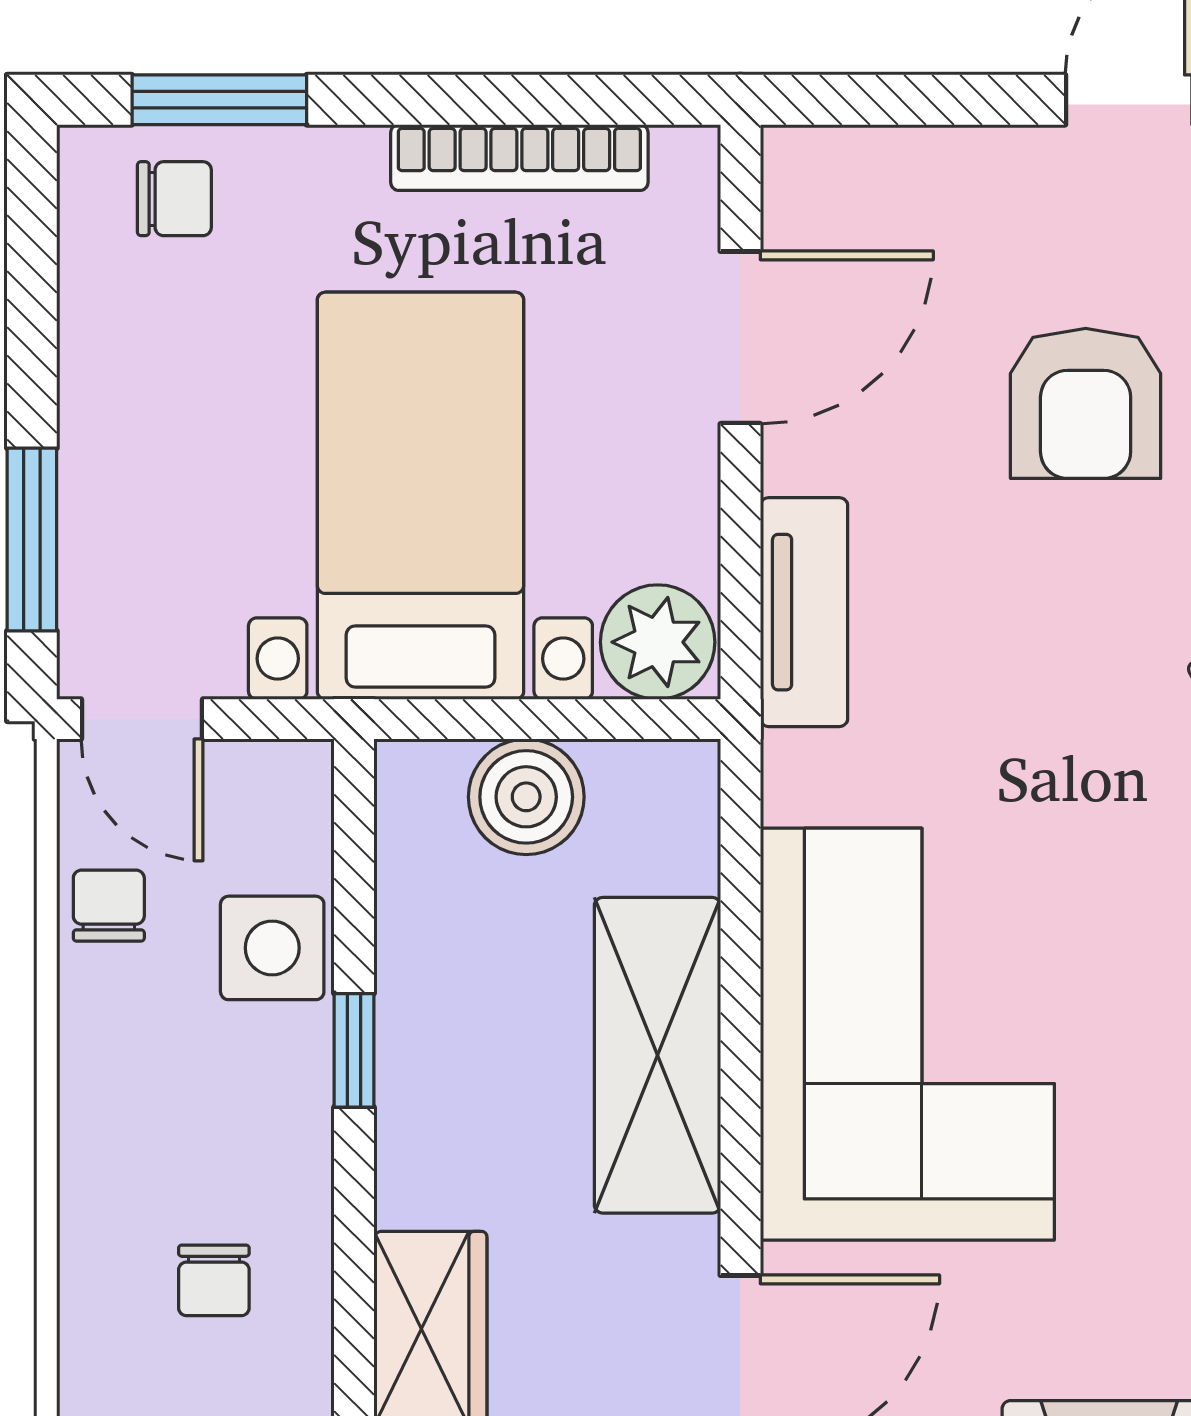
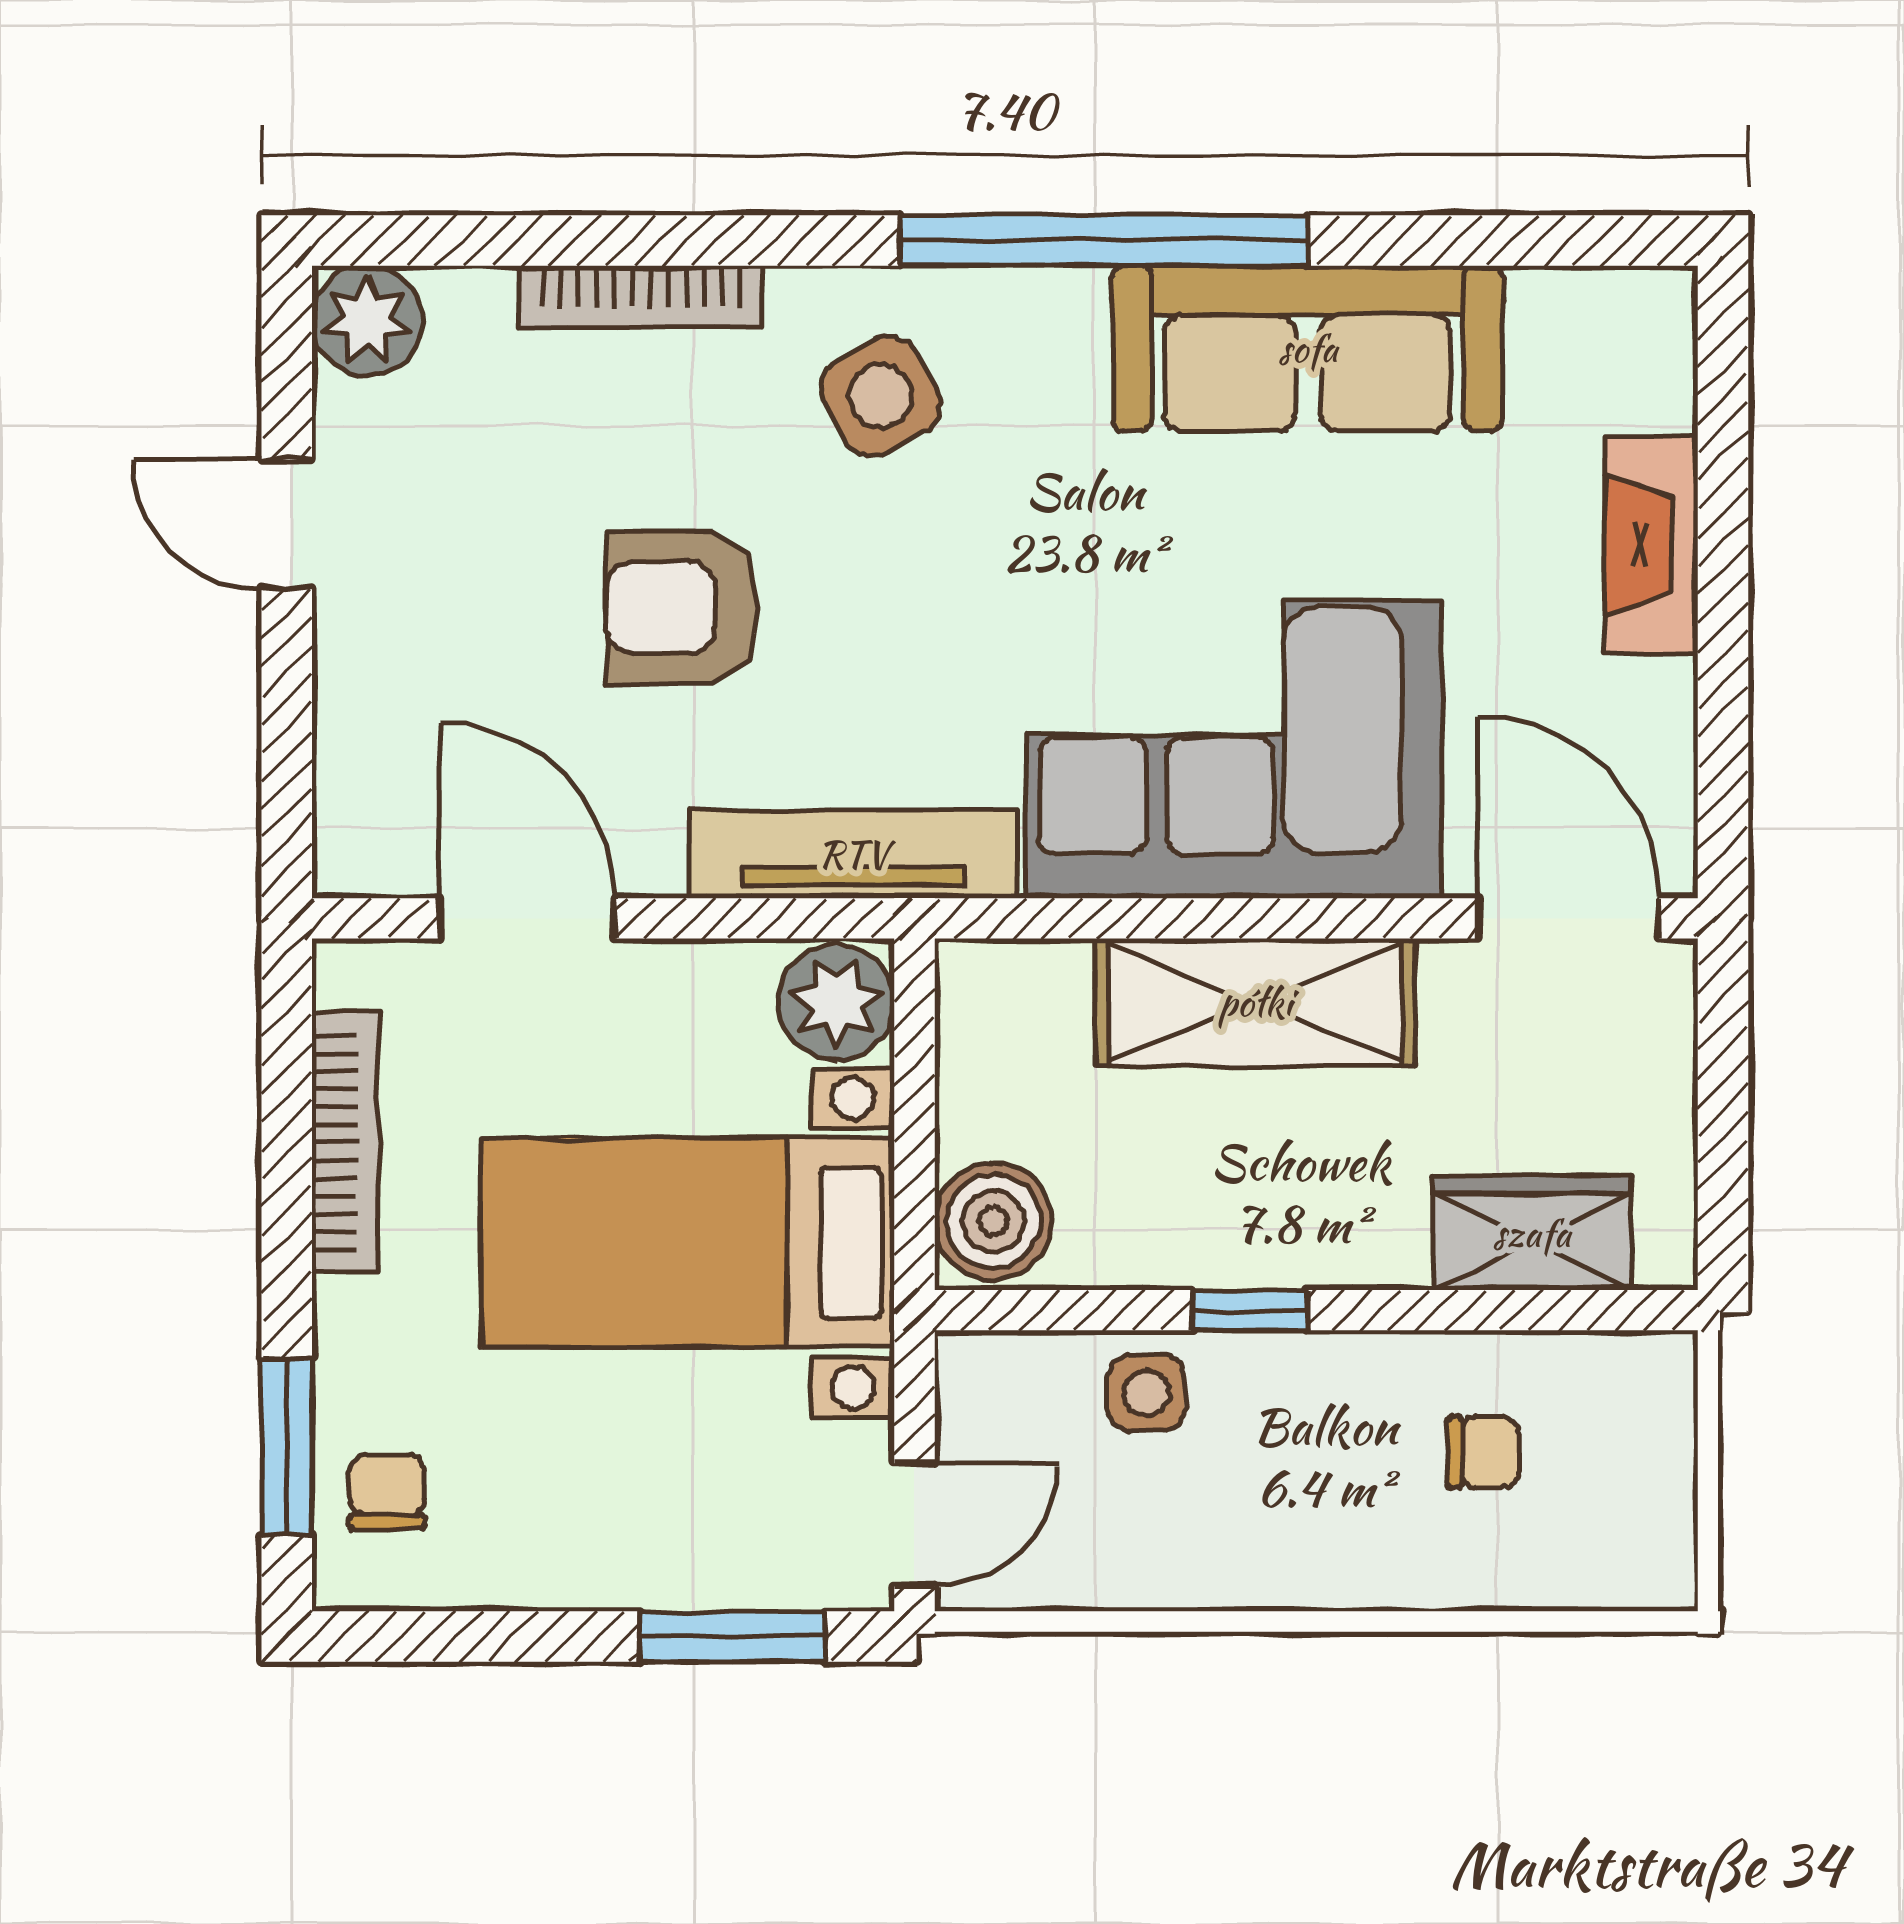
armchair: (1086, 403) -> (682, 607), moved, turned 180
tv unit: (804, 612) -> (853, 854), width x1.41
boiler: (526, 797) -> (993, 1221), moved
chair: (109, 906) -> (1104, 1559), removed
side table: (272, 948) -> (1146, 1393), width x0.73, depth x0.73

